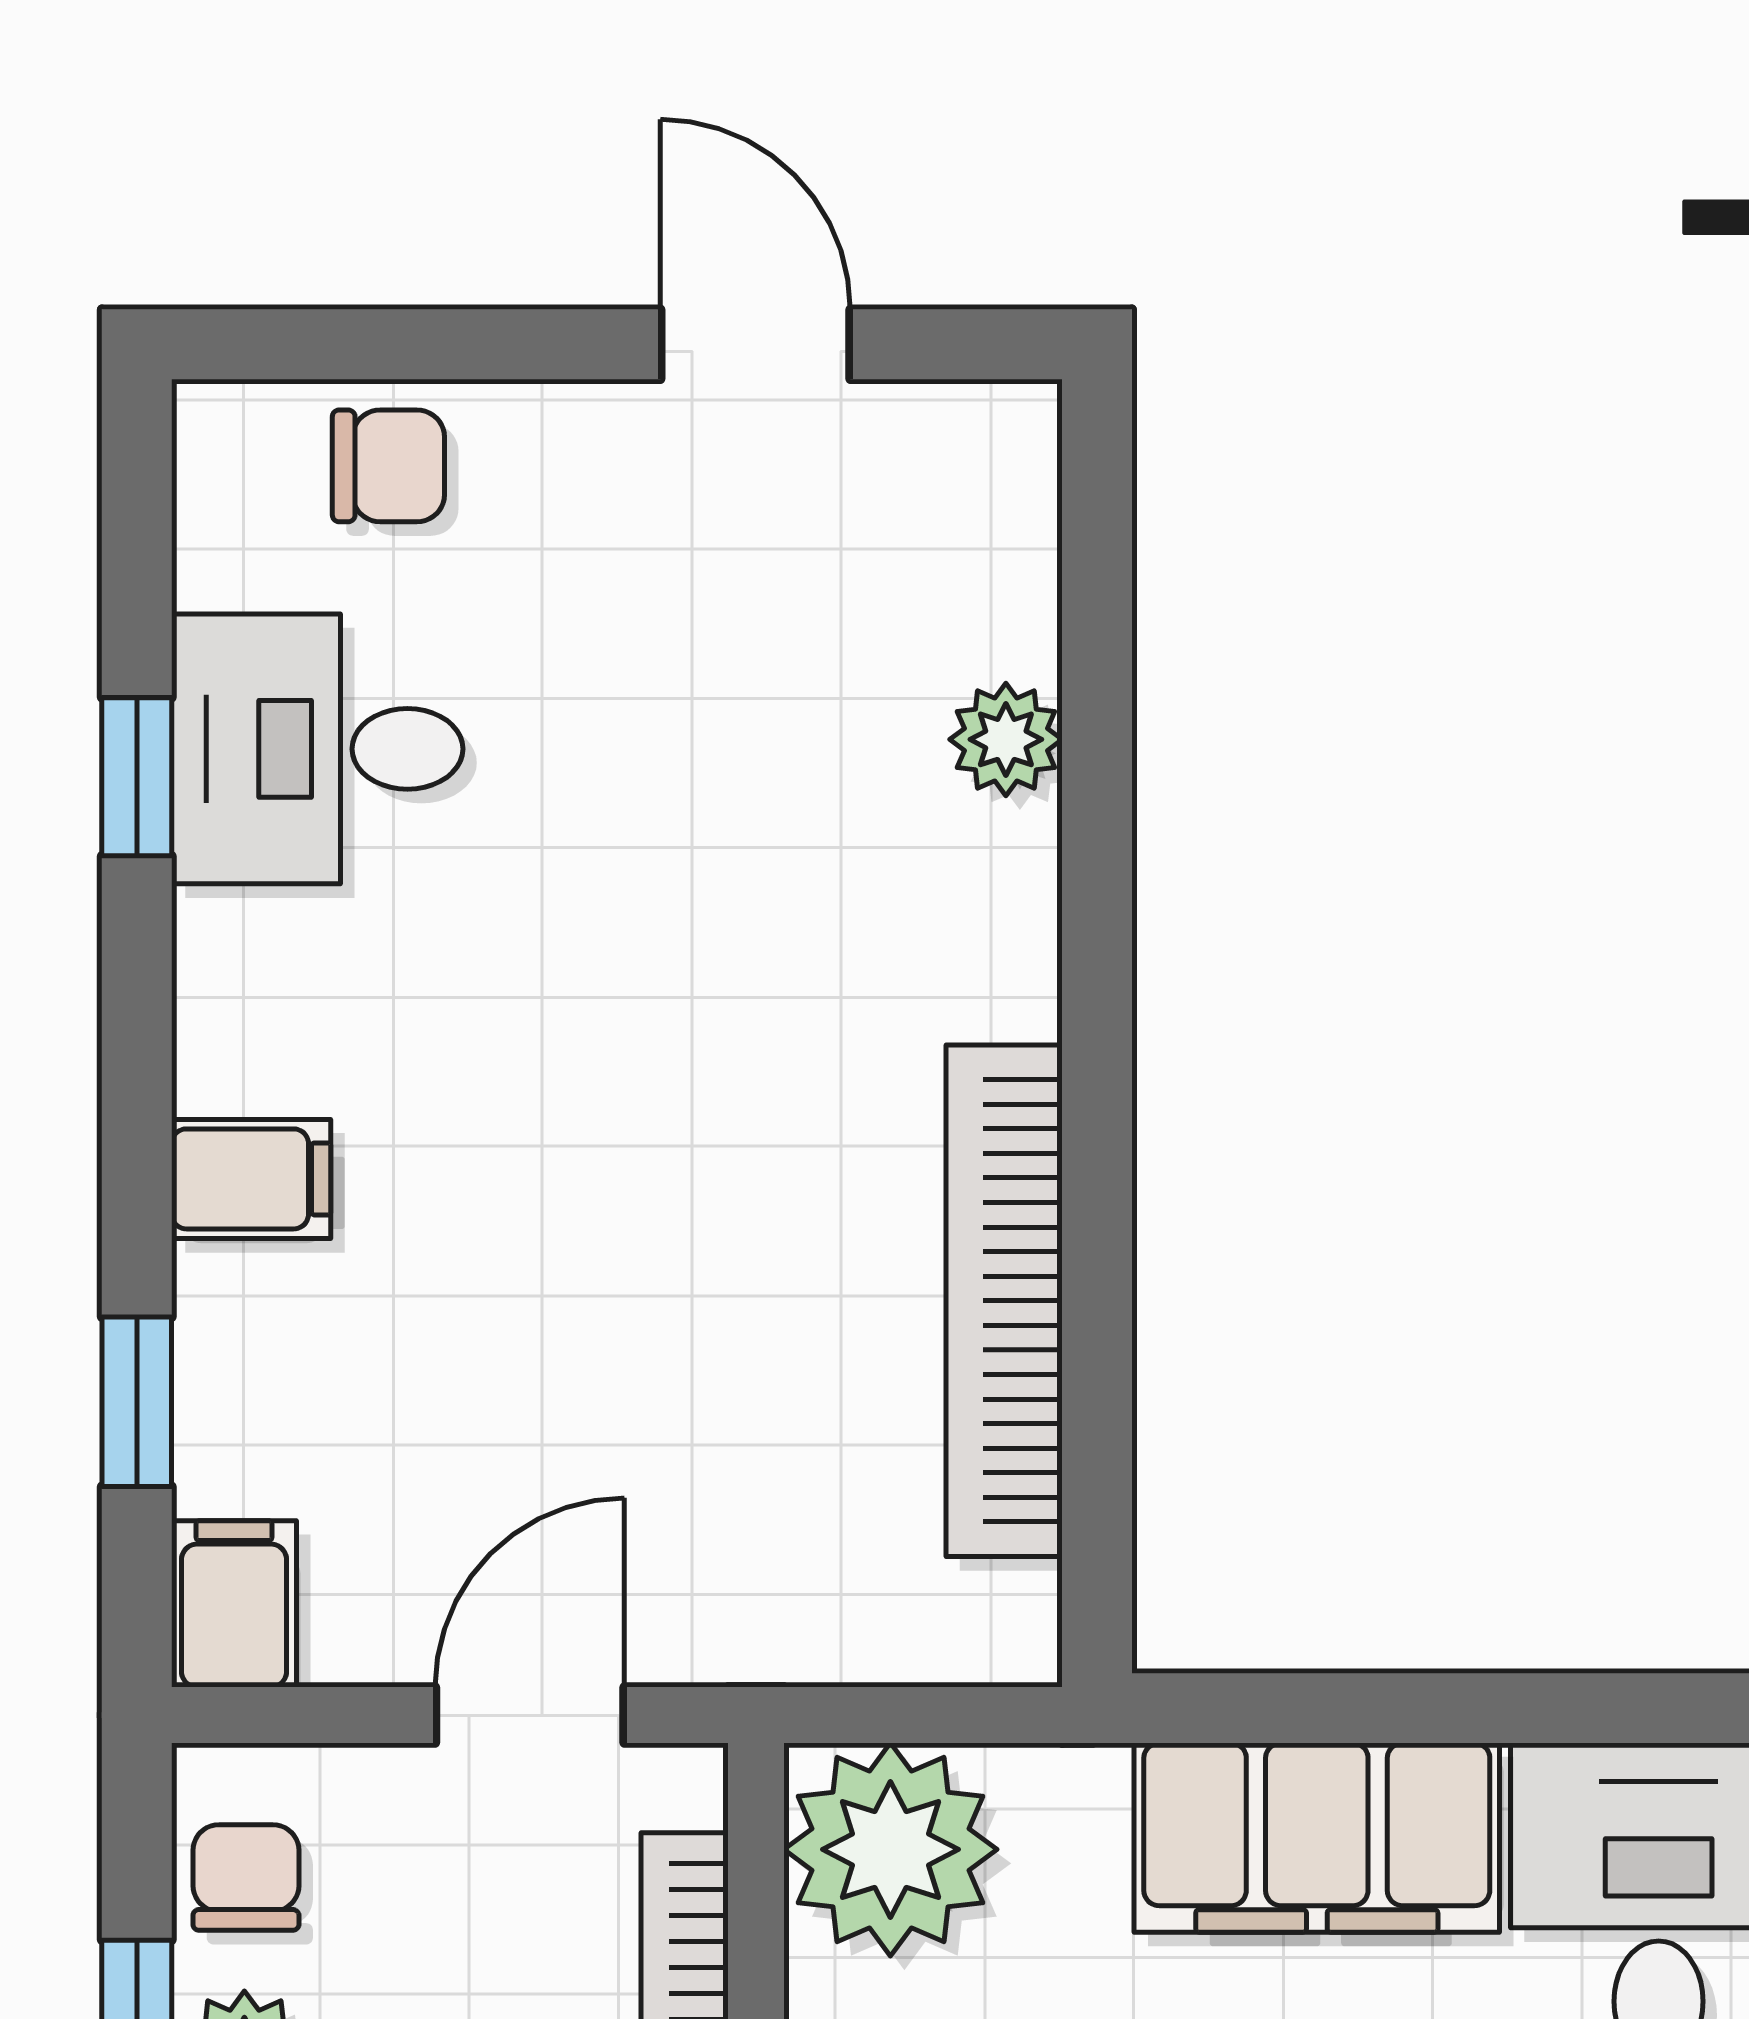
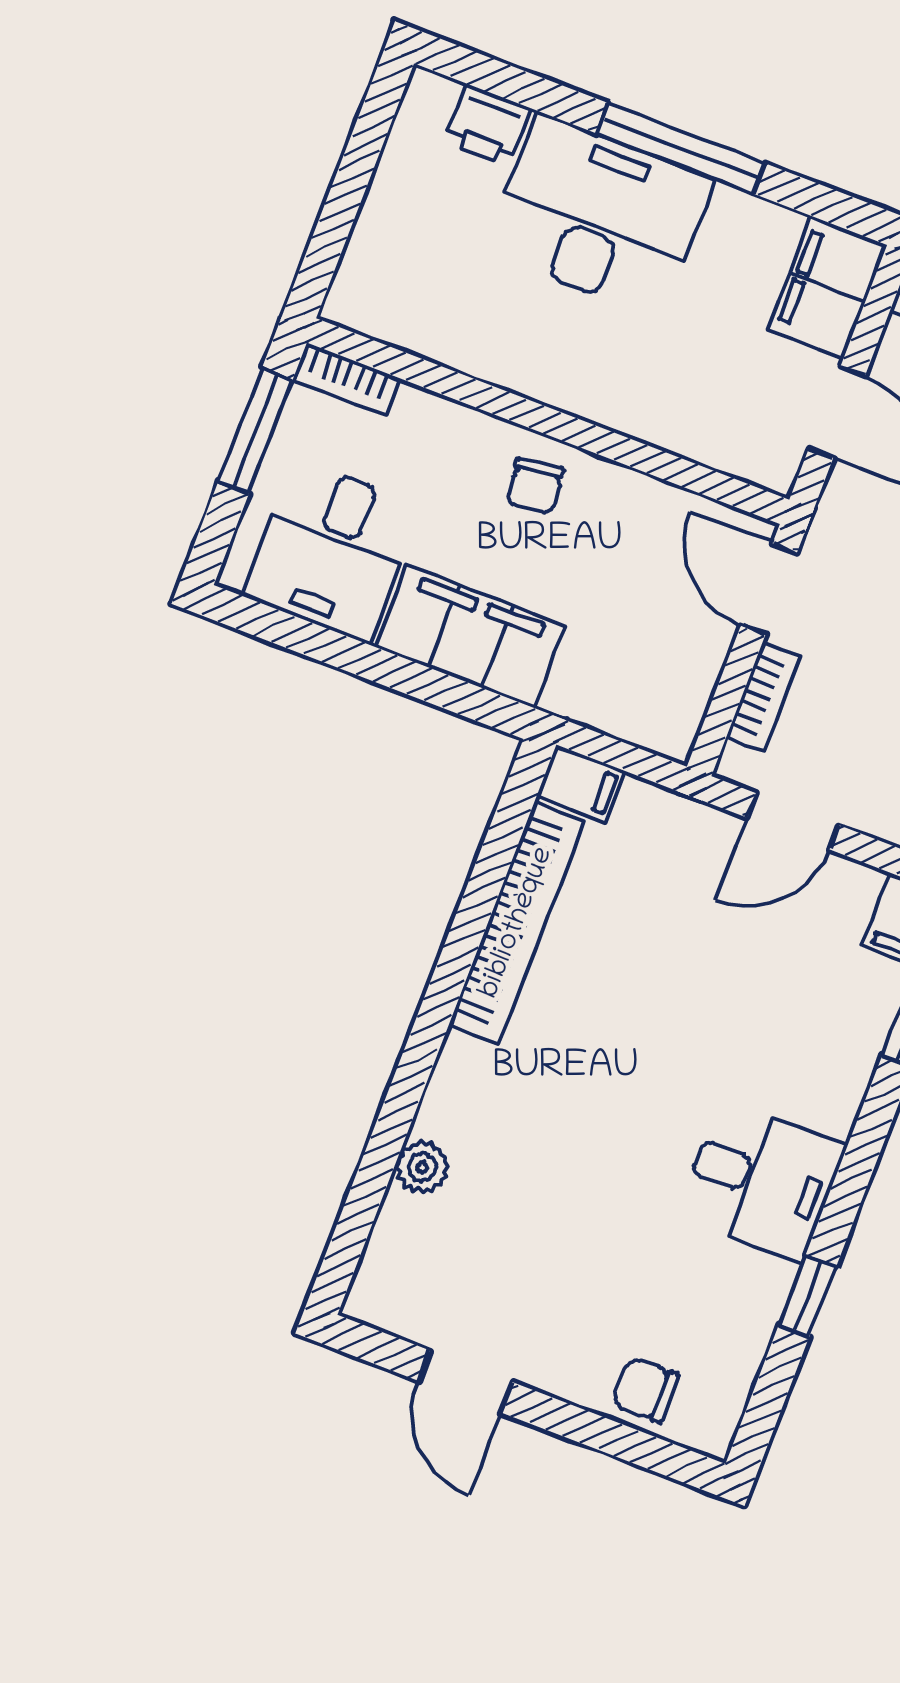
desk: (317, 749) -> (762, 1180), moved
filing cabinet: (251, 1179) -> (581, 784), moved, turned 180
plant: (890, 1849) -> (658, 702), removed

